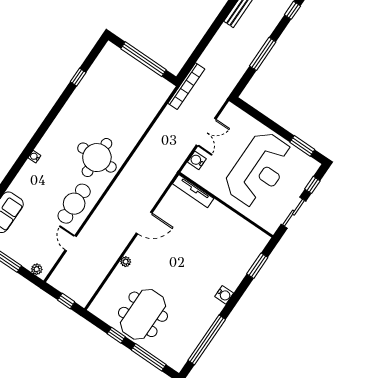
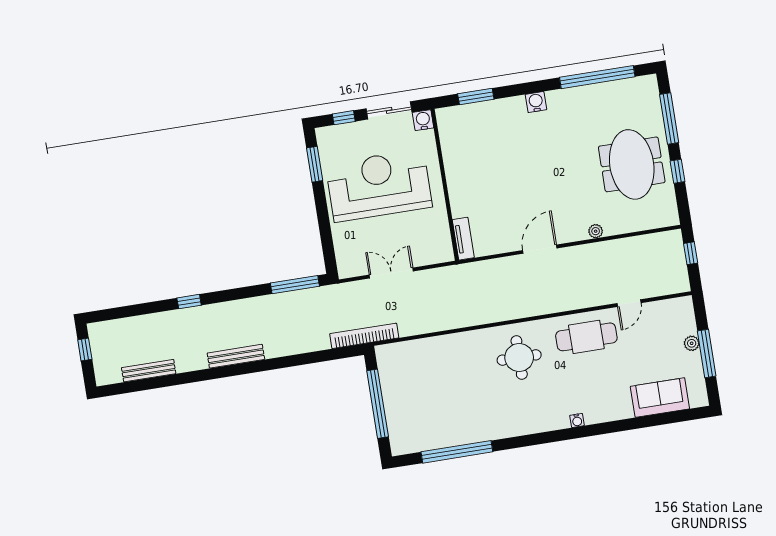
window: (263, 54) -> (295, 285), moved
window: (78, 77) -> (457, 452), width x3.17
round table: (97, 158) -> (519, 358), width x0.73, depth x0.73
water cooler: (197, 160) -> (423, 120), moved, turned 180
tv unit: (193, 191) -> (463, 239), width x0.71
door: (144, 223) -> (540, 249), hinge flipped
plant: (37, 269) -> (692, 343), moved
meeting table: (143, 314) -> (632, 164), turned 90

